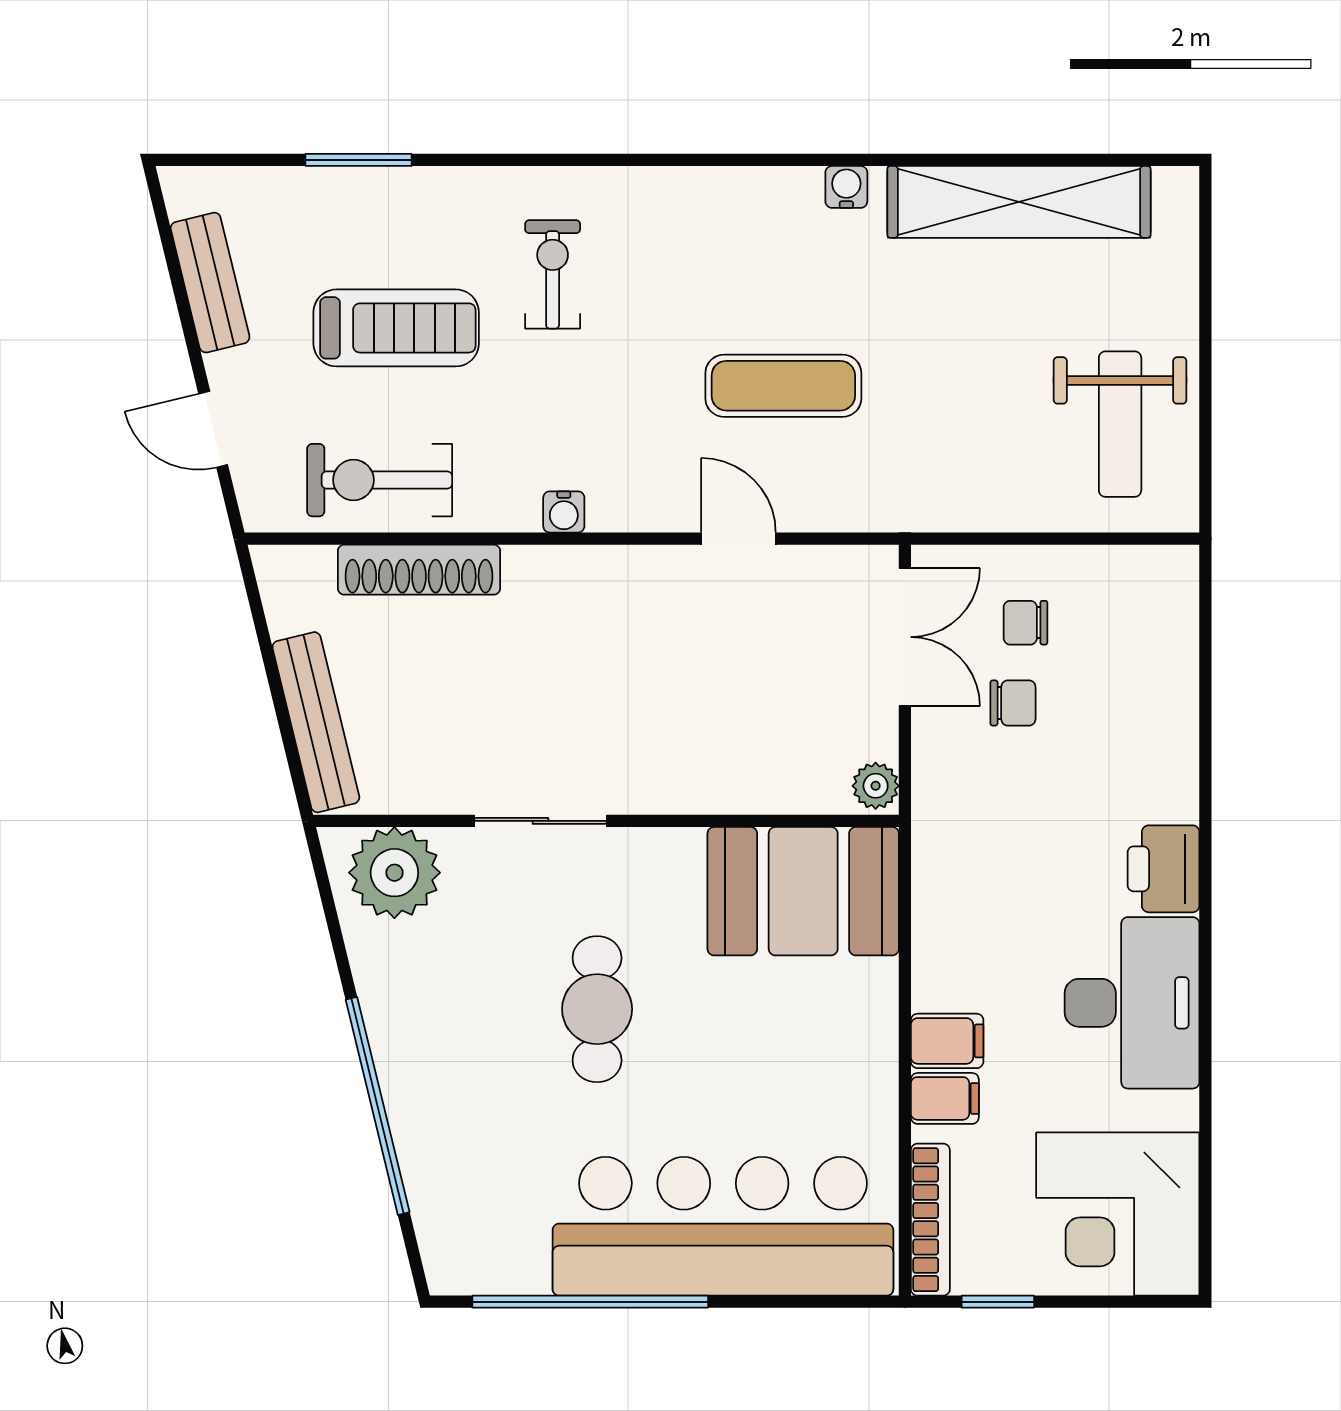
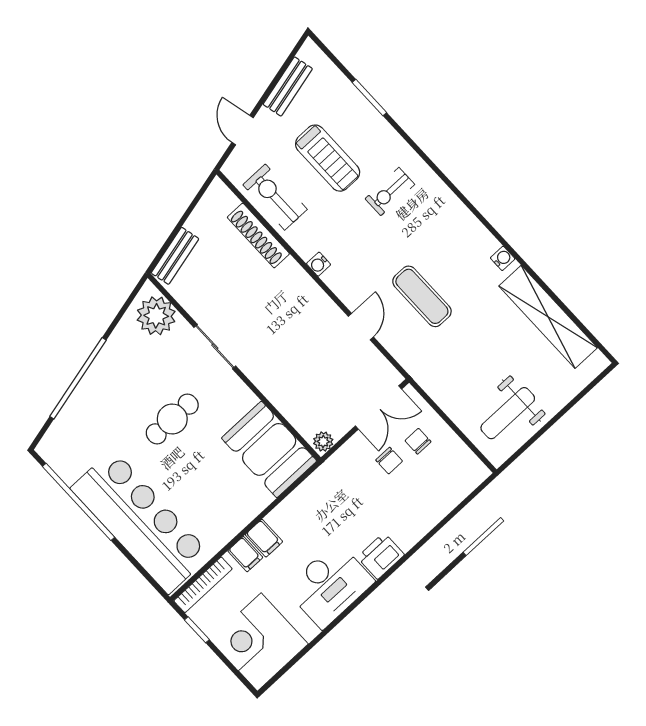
exercise bike: (553, 274) -> (390, 192), turned 180
bench: (316, 722) -> (175, 256), width x0.73

